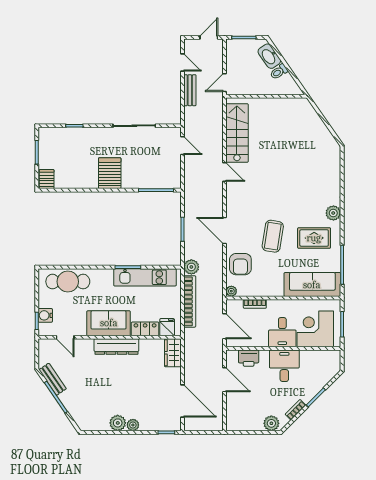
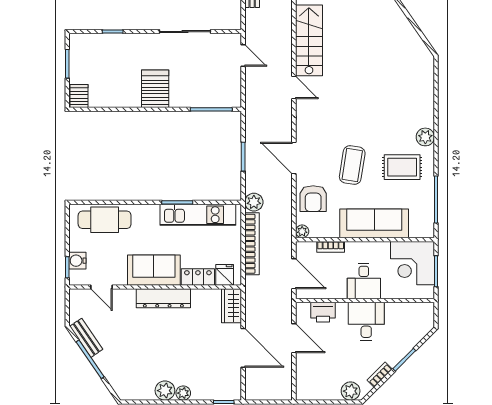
sofa: (312, 285) -> (374, 223), moved
corner desk: (315, 329) -> (412, 263), moved, turned -90
door: (182, 401) -> (243, 348), moved

